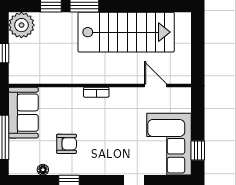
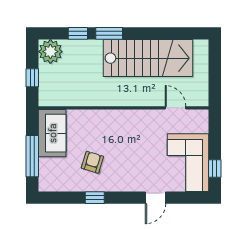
bookcase: (96, 92) -> (120, 114), removed
armchair: (67, 144) -> (92, 162), turned -73
floor lamp: (43, 170) -> (70, 186), removed

